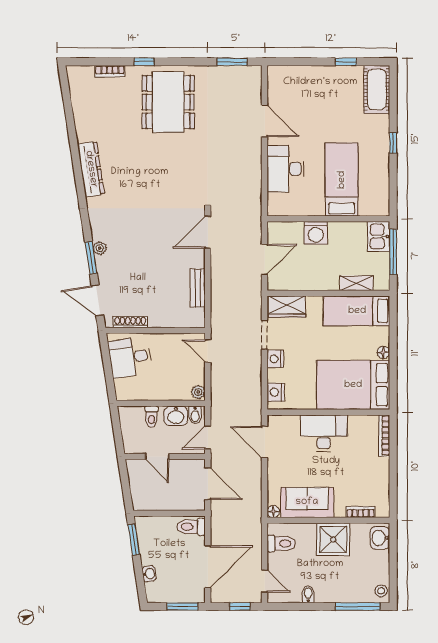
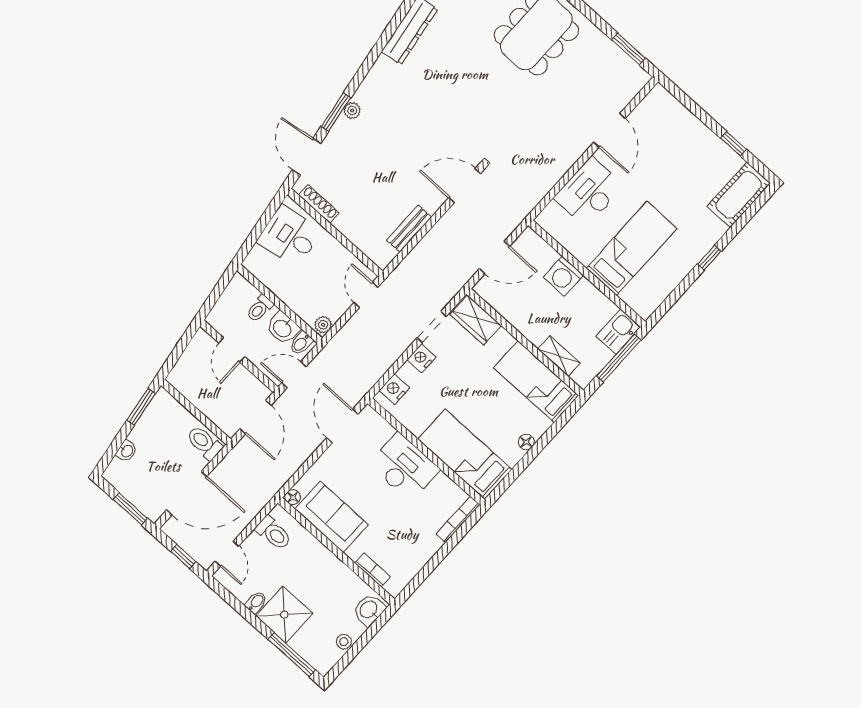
bed: (353, 385) -> (465, 454), width x0.67
shower: (333, 539) -> (284, 615), moved
stool: (381, 591) -> (344, 642), moved

